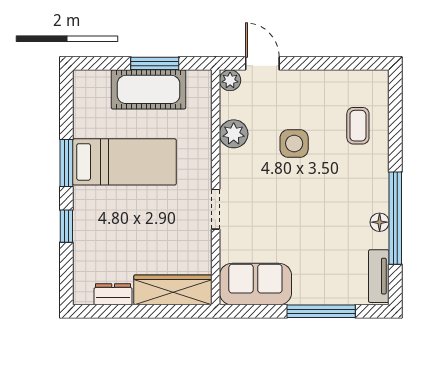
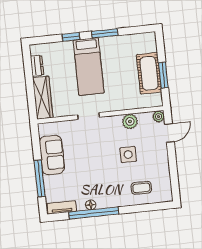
bed: (124, 162) -> (89, 67), moved
sofa: (255, 284) -> (52, 155), moved

